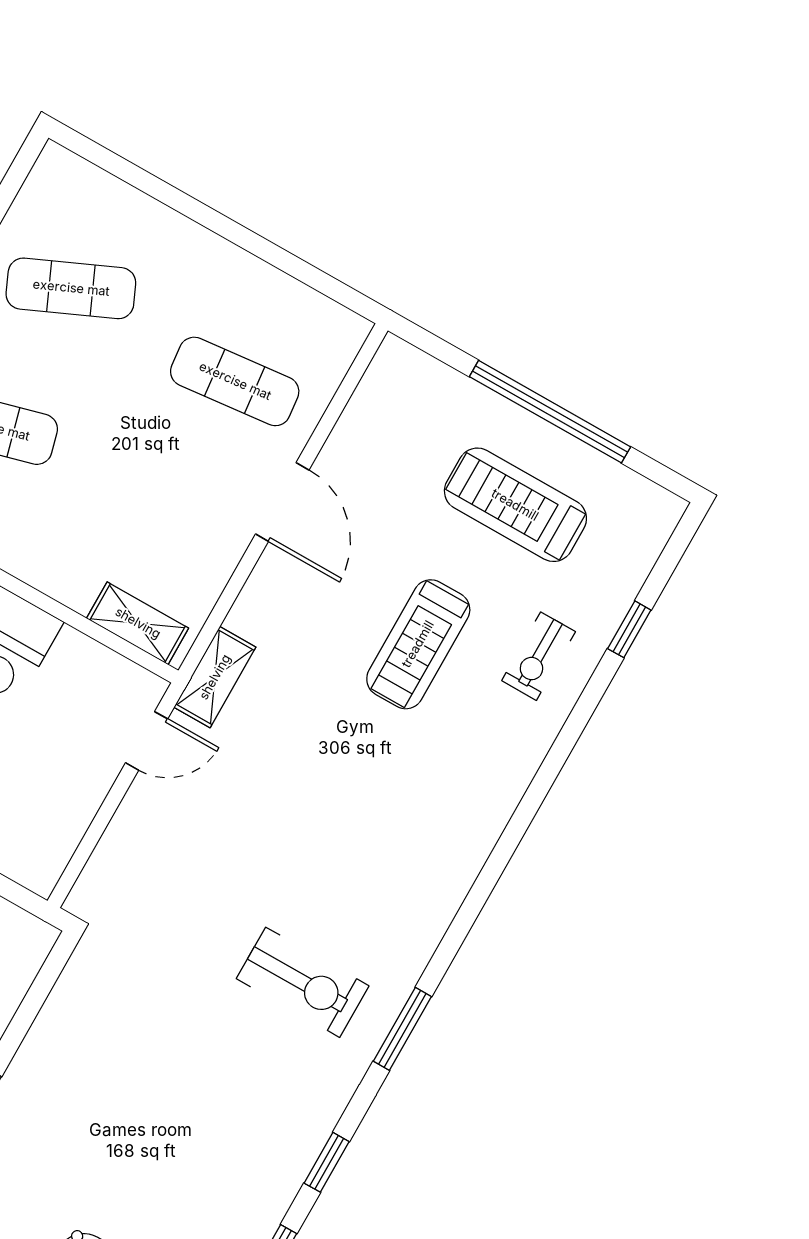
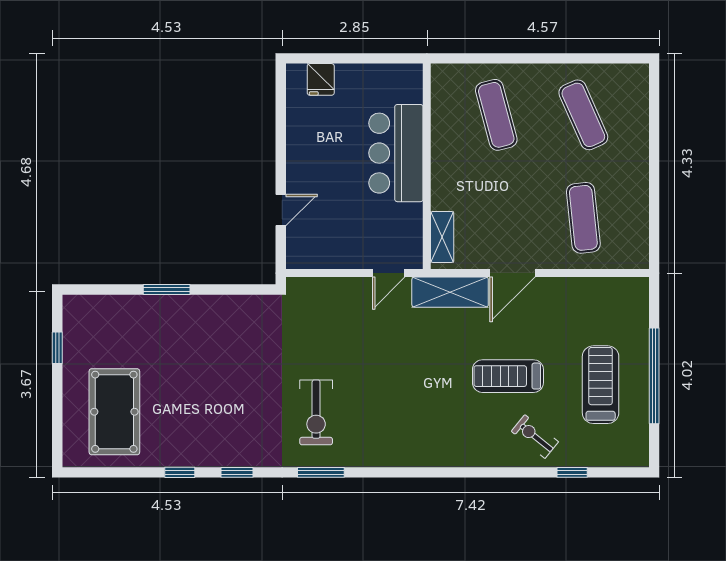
door: (282, 502) -> (513, 273), moved
exercise bike: (539, 656) -> (535, 436), turned 39
shelving: (215, 677) -> (450, 292), width x1.50, depth x1.33
door: (147, 741) -> (389, 273), hinge flipped

